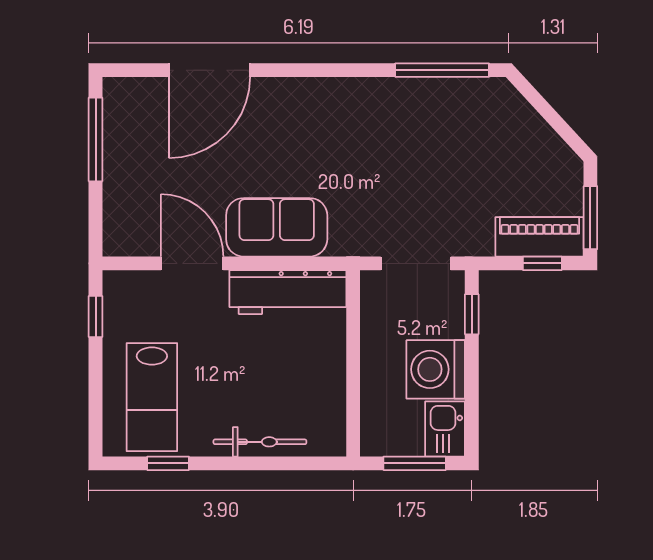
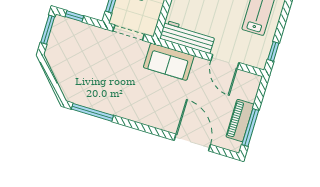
door: (210, 70) -> (192, 142), hinge flipped
sofa: (277, 227) -> (169, 62), moved
piano: (540, 237) -> (240, 120), moved, turned 90

